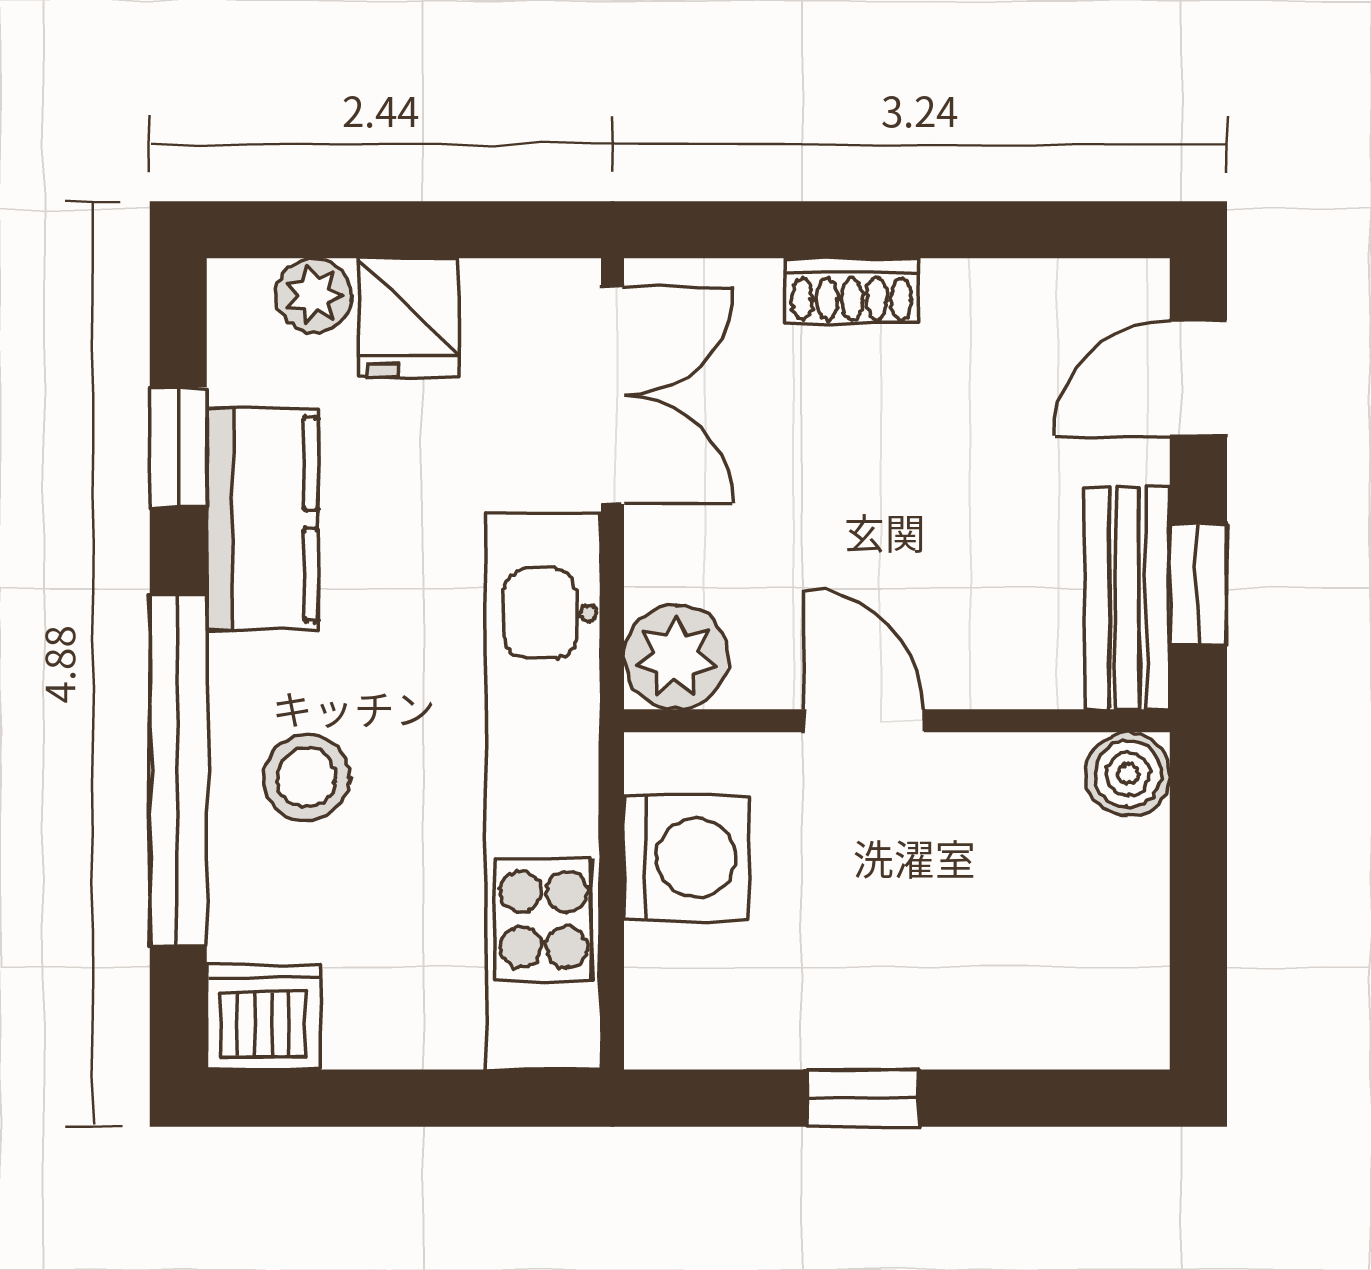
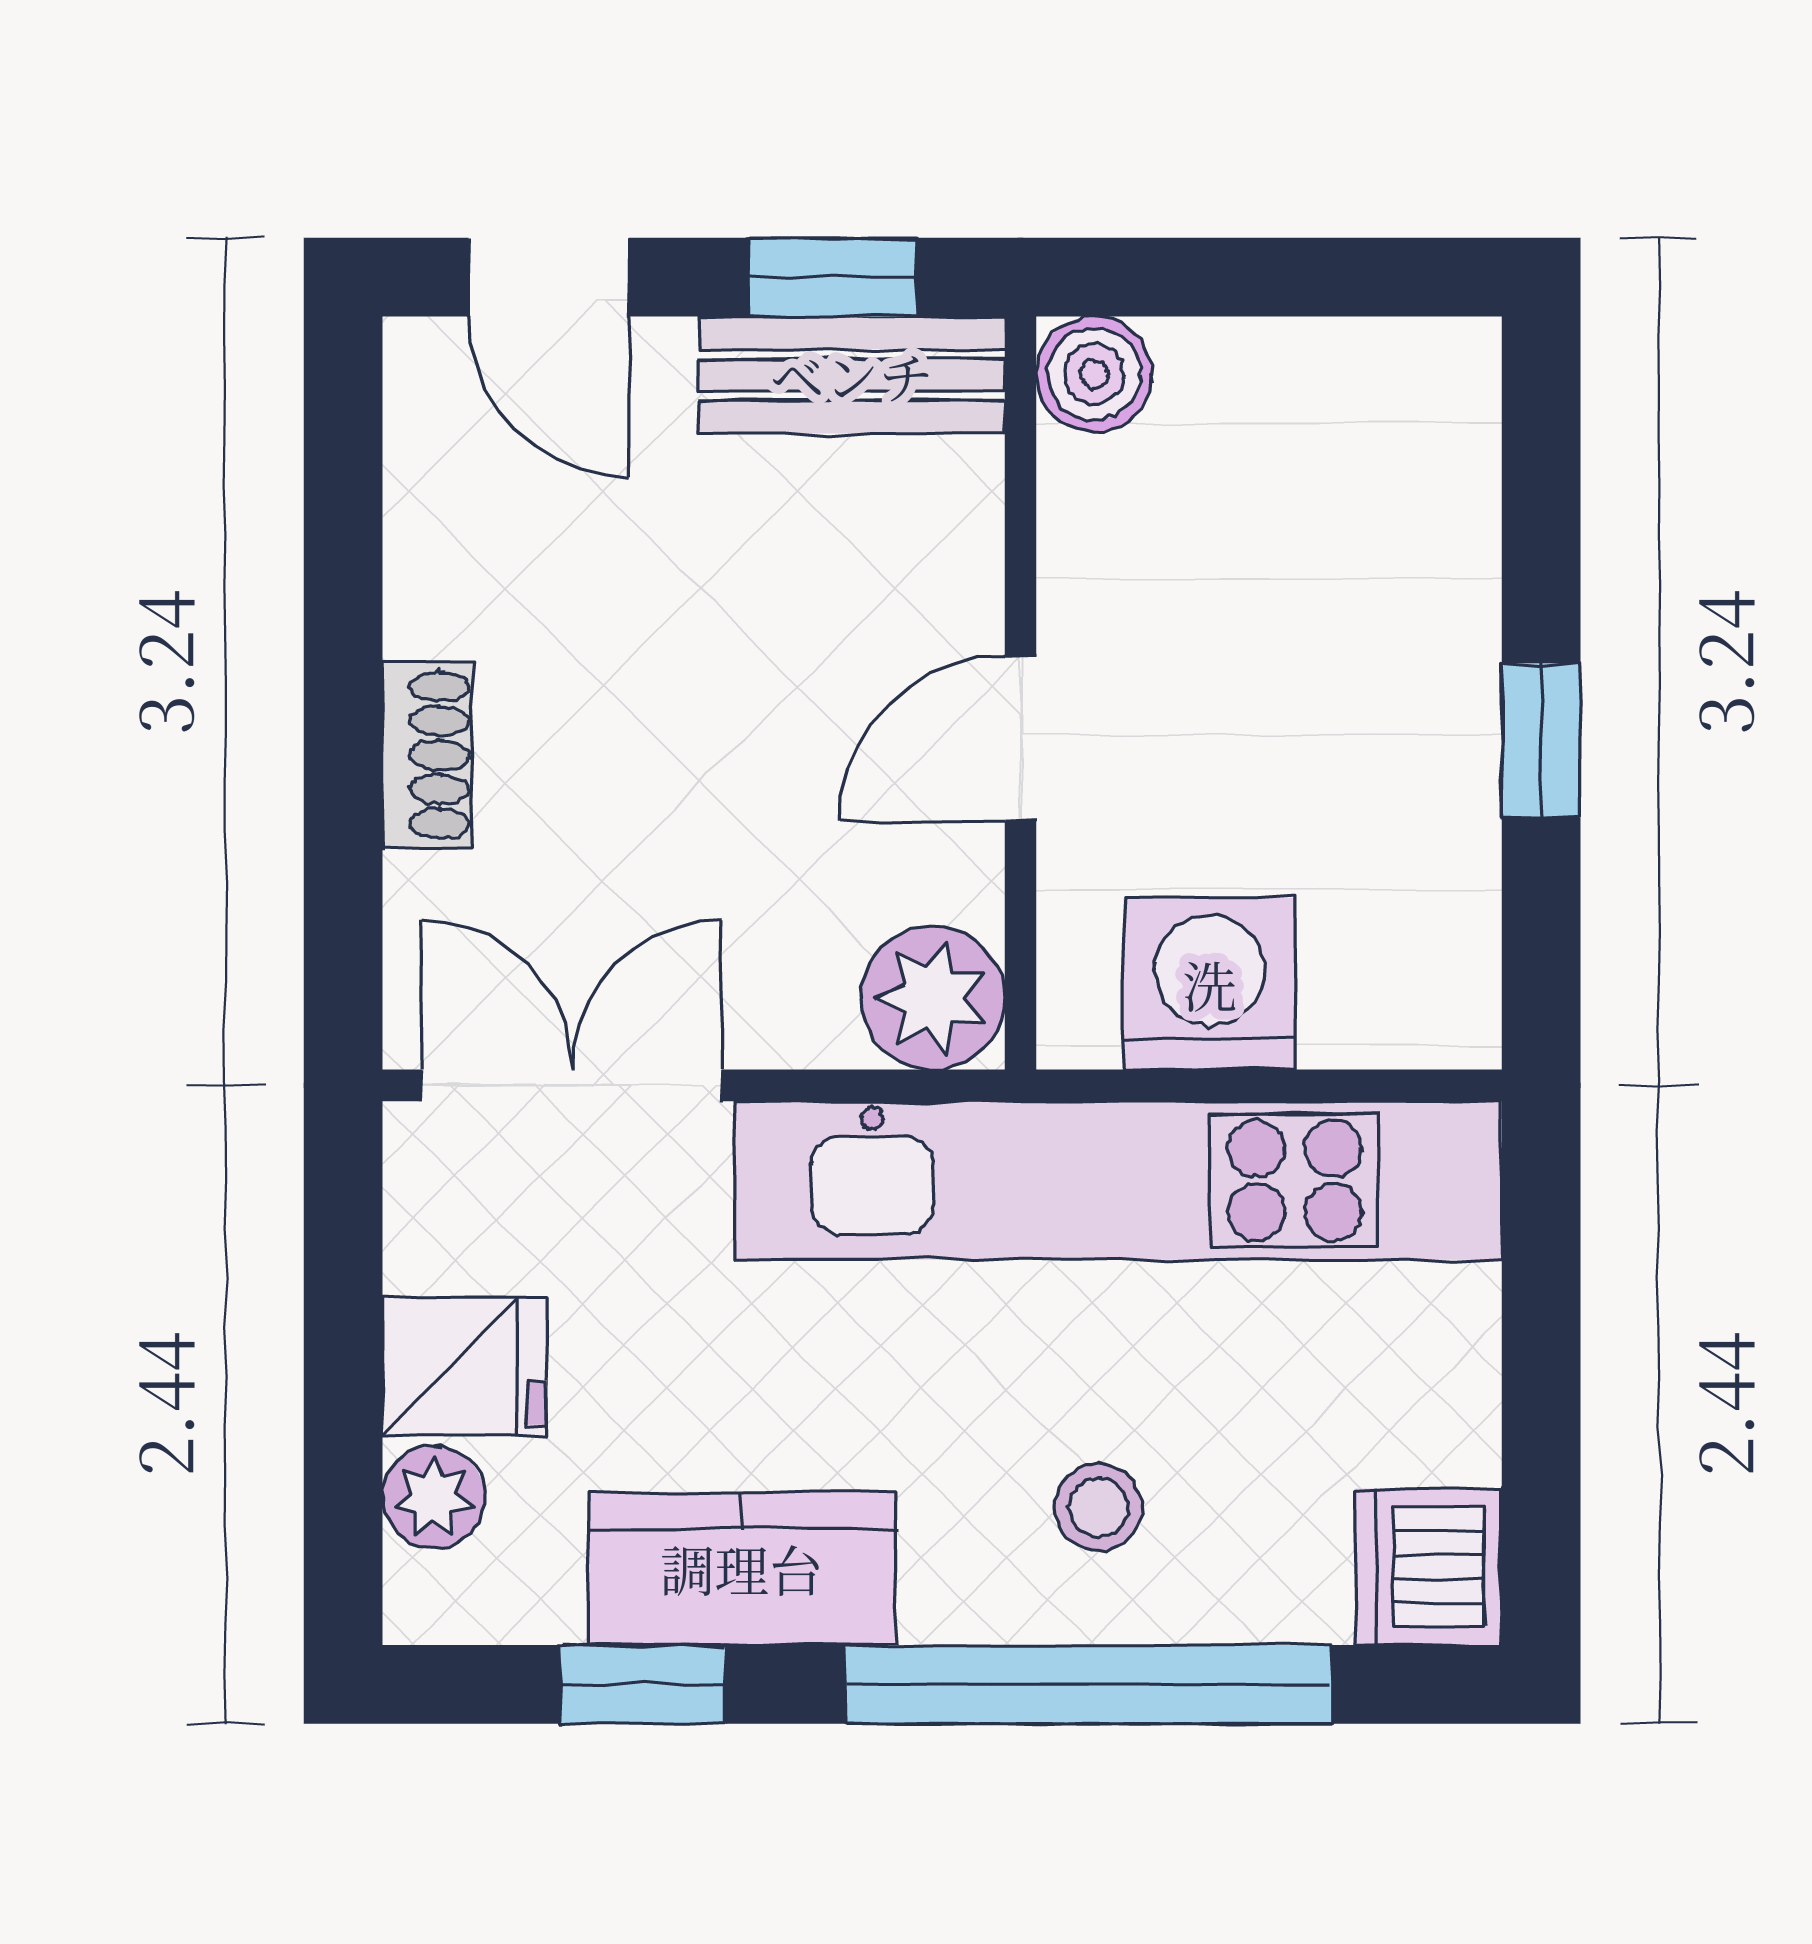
stool: (307, 777) -> (1098, 1507), width x0.73, depth x0.73

